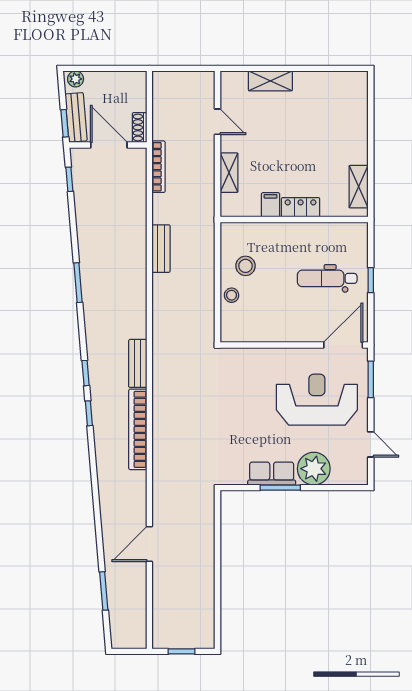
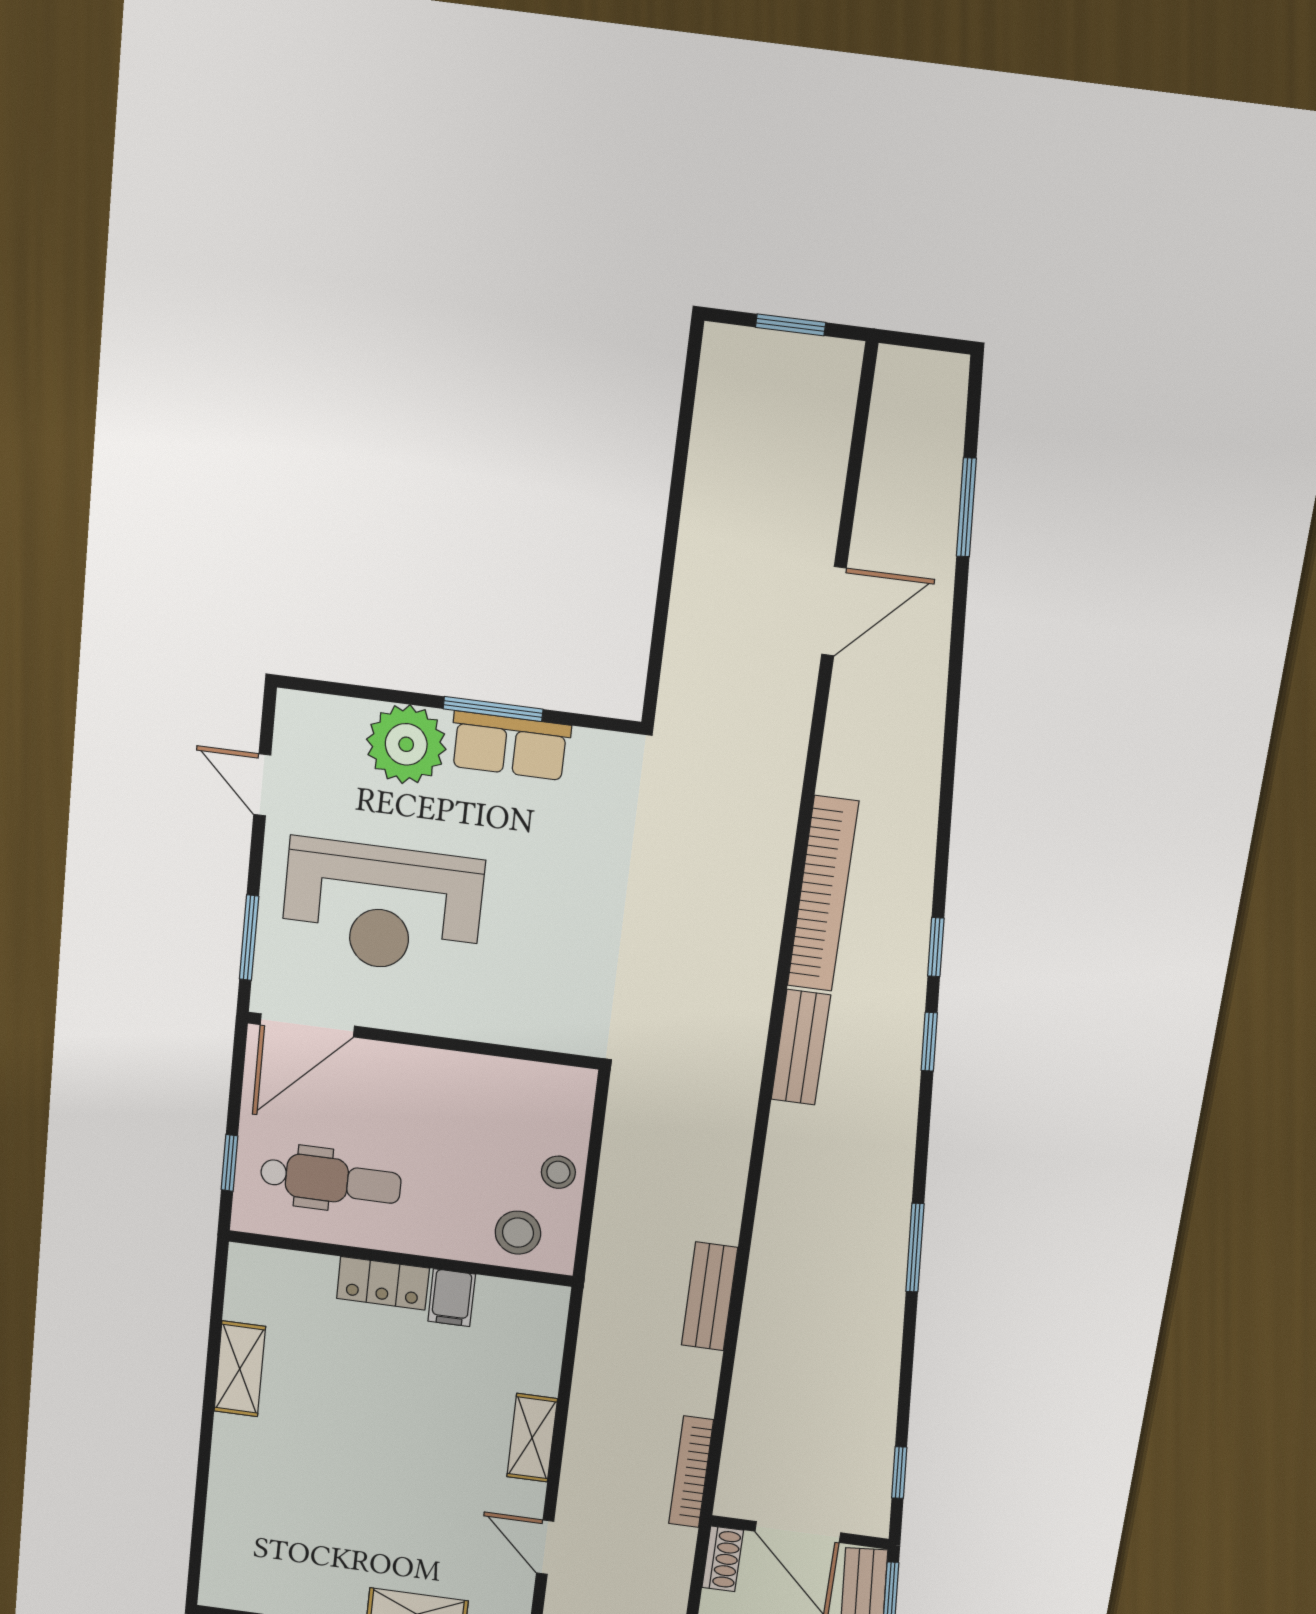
filing cabinet: (271, 205) -> (452, 1298), moved
locker: (301, 207) -> (383, 1283), moved
wall: (294, 219) -> (401, 1259), moved

